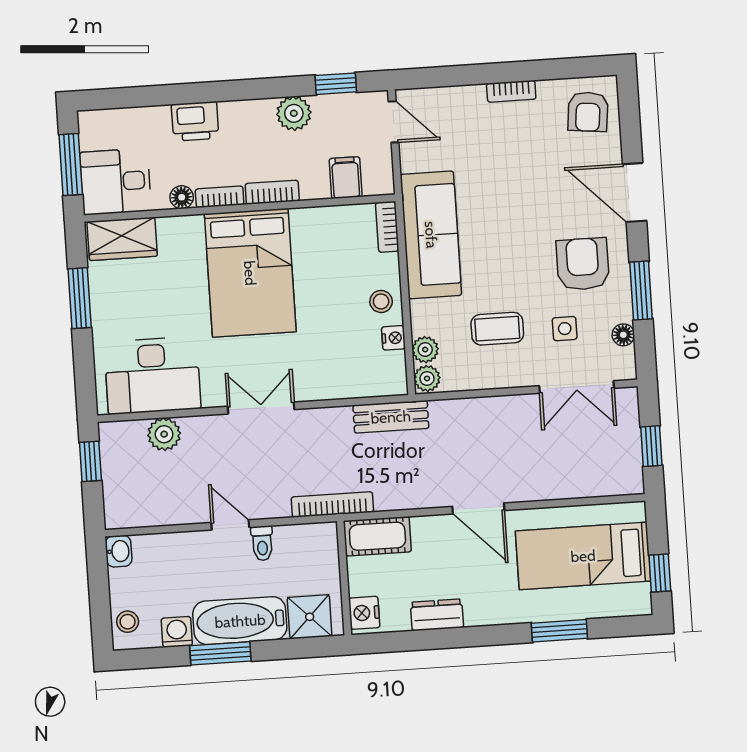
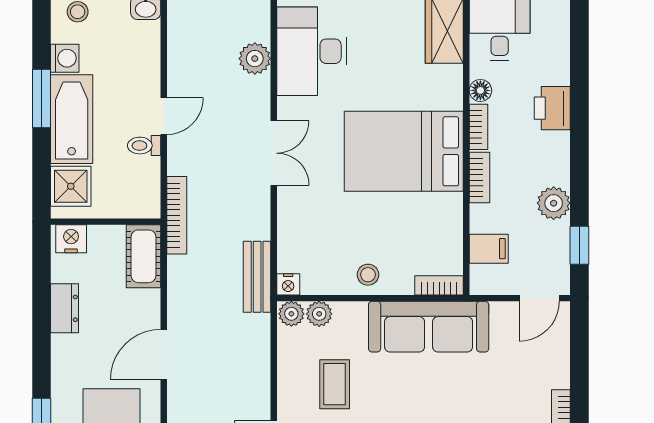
nightstand: (393, 338) -> (288, 284), moved

